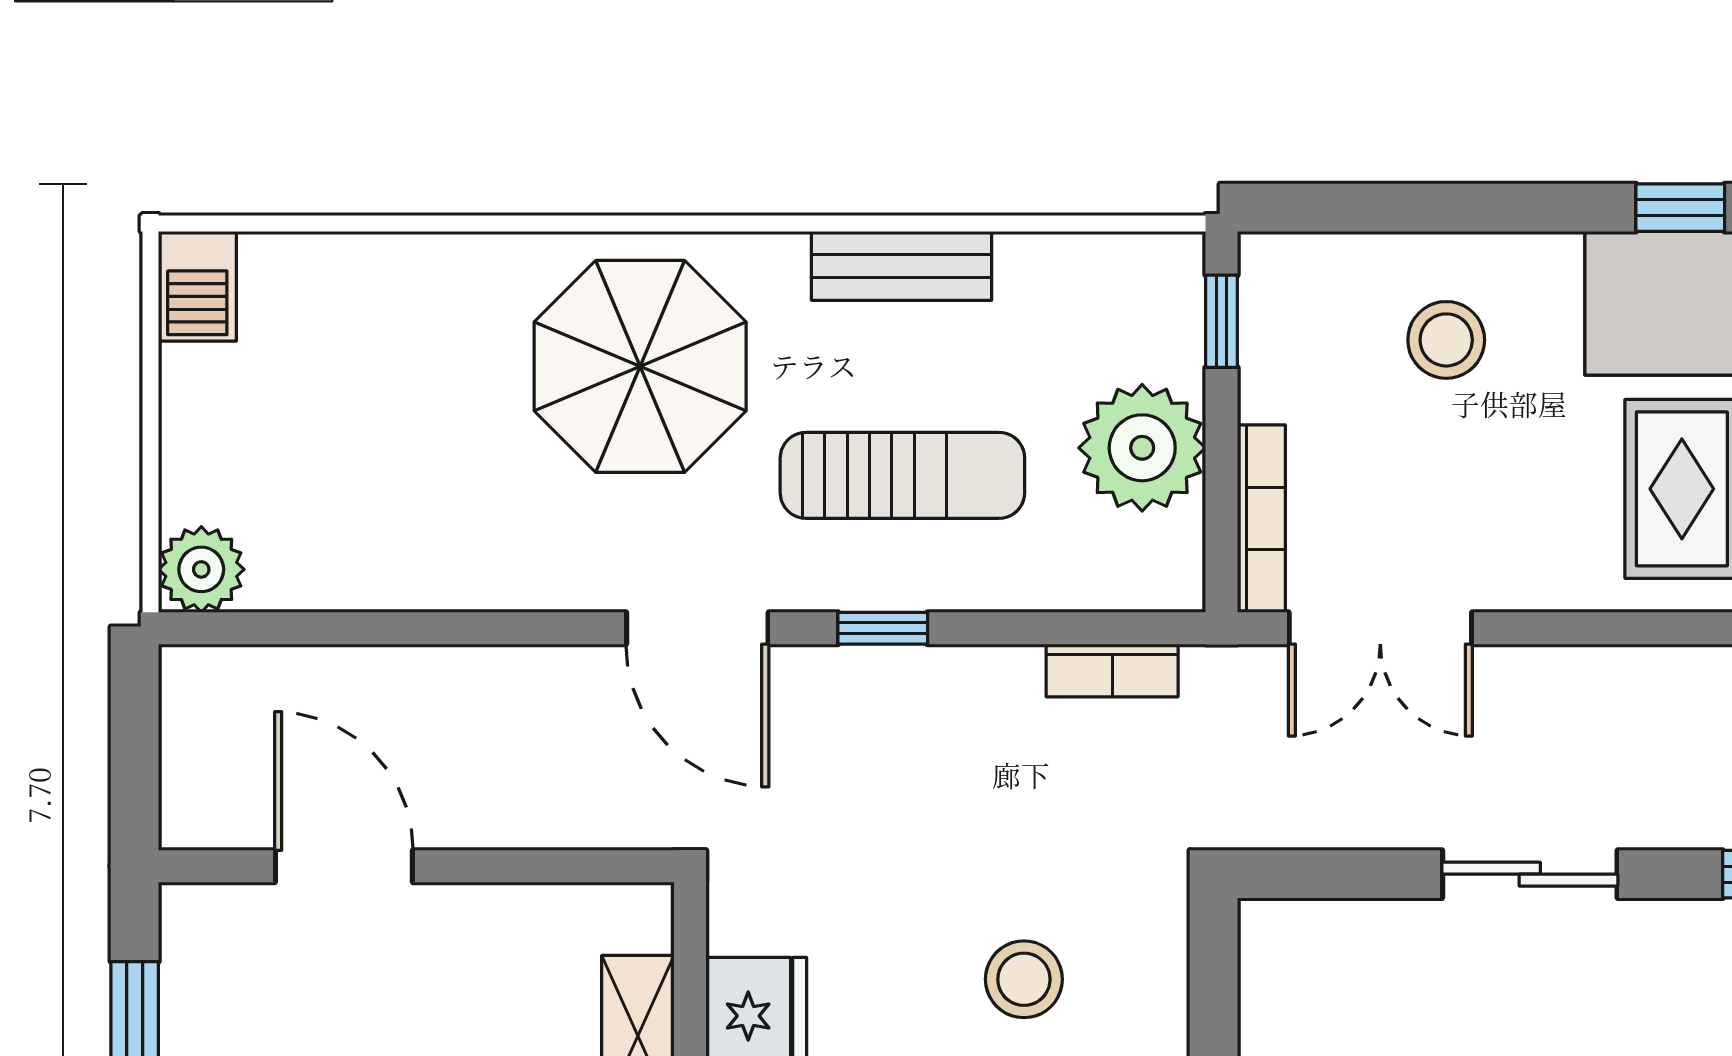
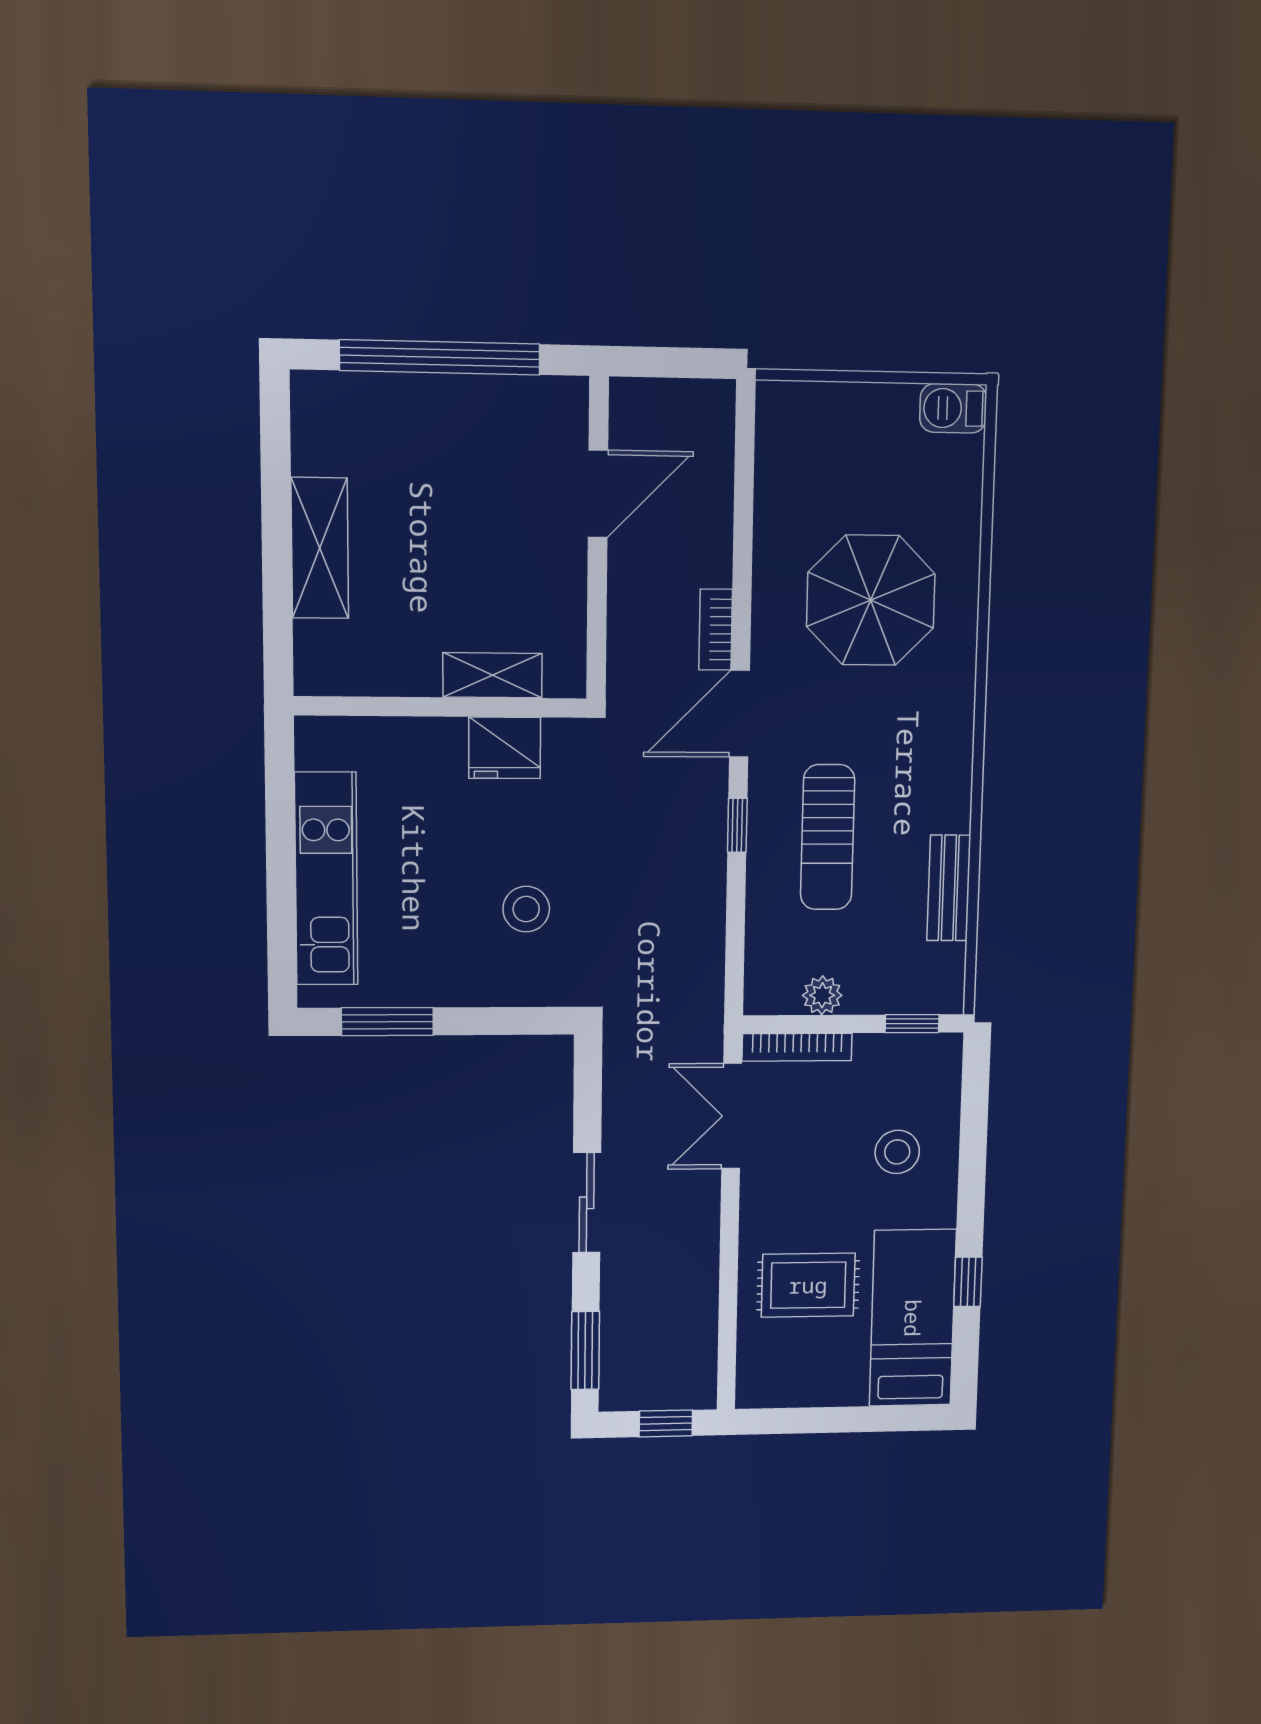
bench: (902, 266) -> (949, 888), moved
parasol: (640, 366) -> (871, 600), moved
plant: (1142, 448) -> (822, 995), width x0.53, depth x0.53
plant: (201, 569) -> (781, 407), removed
bookcase: (1112, 670) -> (716, 630), moved

